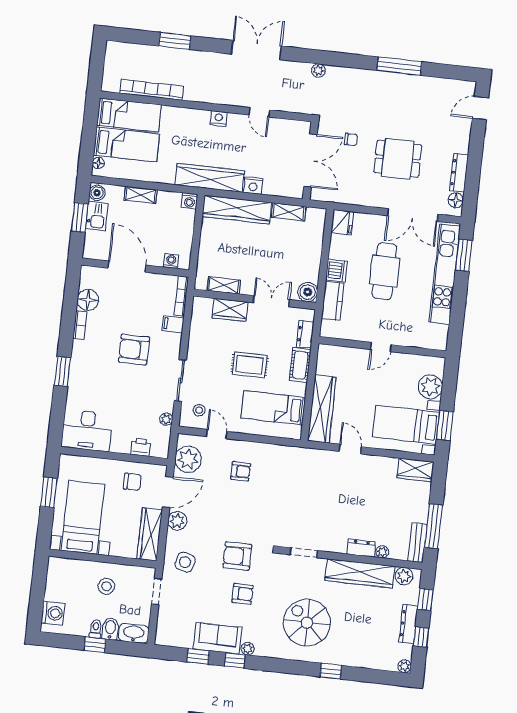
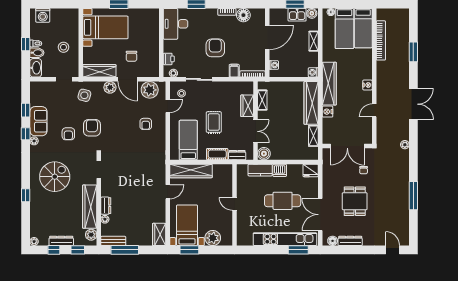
desk: (87, 430) -> (176, 24), moved
printer: (141, 447) -> (169, 59), moved
wall: (114, 456) -> (161, 43), moved

